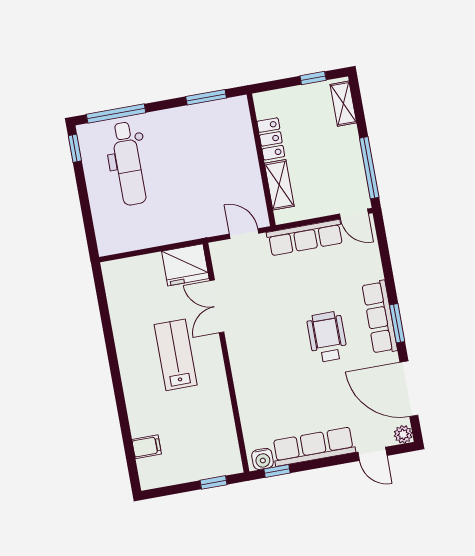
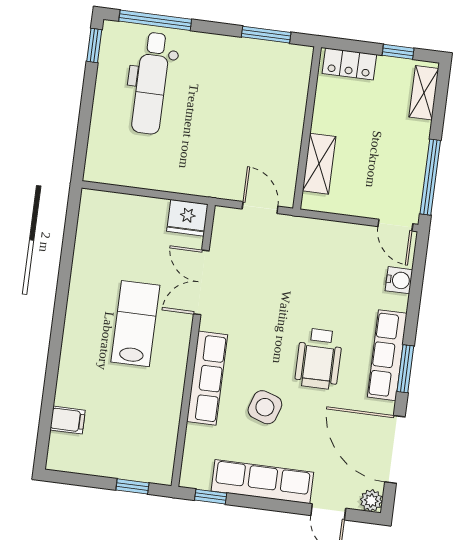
locker: (271, 139) -> (349, 64), moved, turned 90
row of seats: (305, 238) -> (207, 378), moved, turned -90
fridge: (185, 265) -> (187, 218), width x0.73, depth x0.75
wheelchair: (327, 337) -> (319, 359), turned 180
side table: (297, 388) -> (265, 407), added
water cooler: (263, 459) -> (399, 280), moved, turned -90

